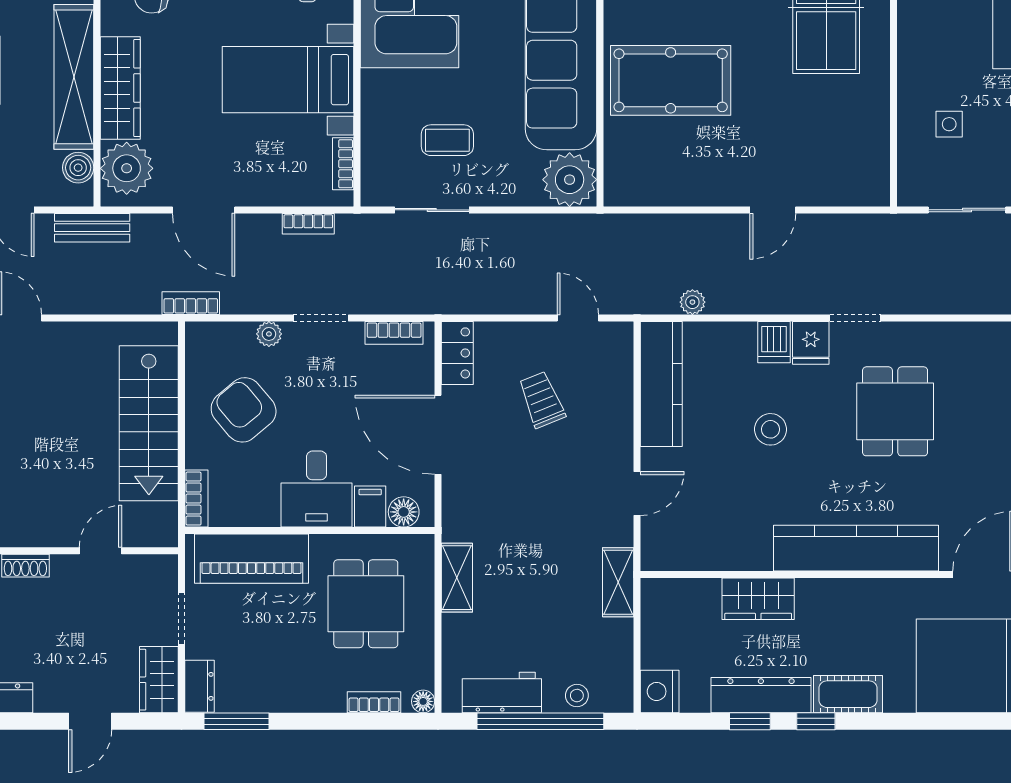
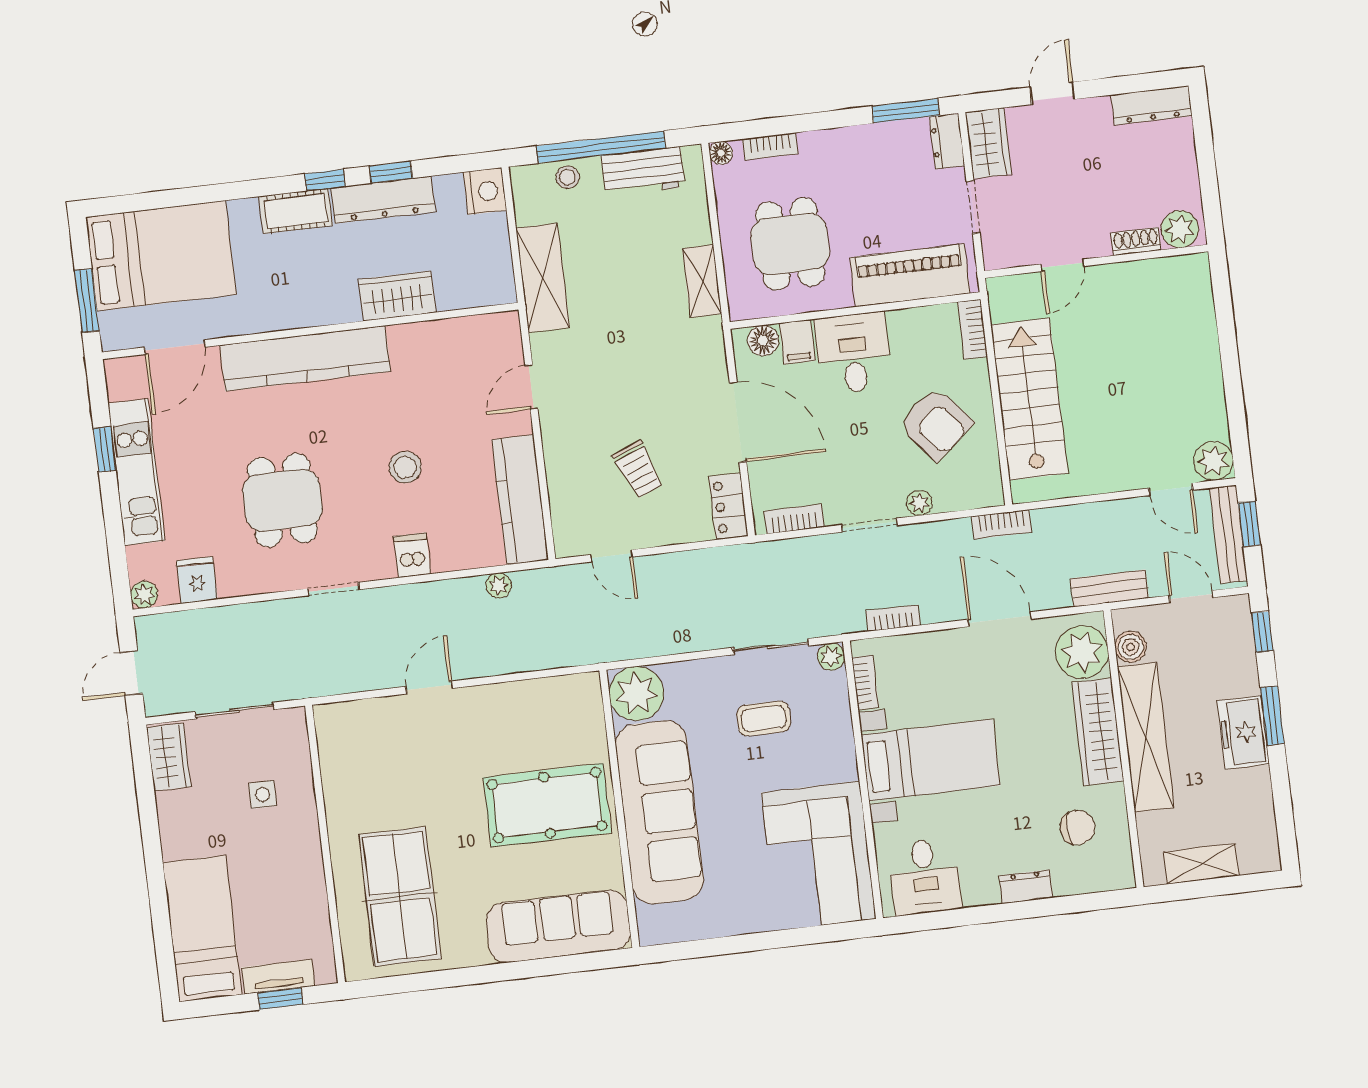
plant: (374, 193) -> (831, 657), added
fridge: (811, 343) -> (197, 580), moved
shelving: (618, 582) -> (543, 278), width x1.50, depth x1.33

